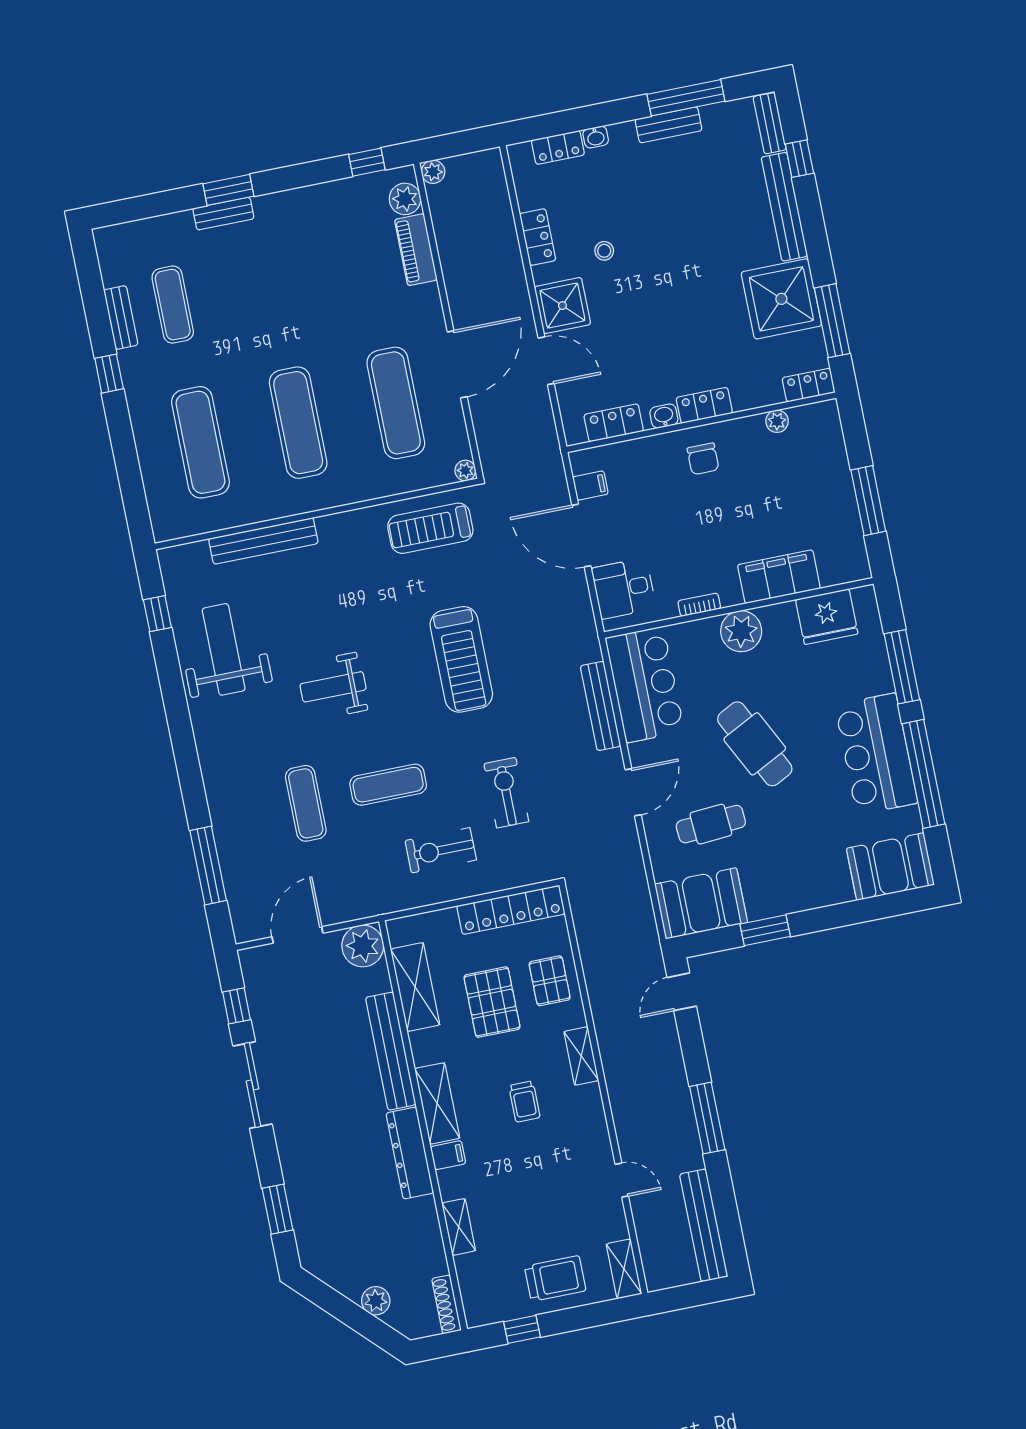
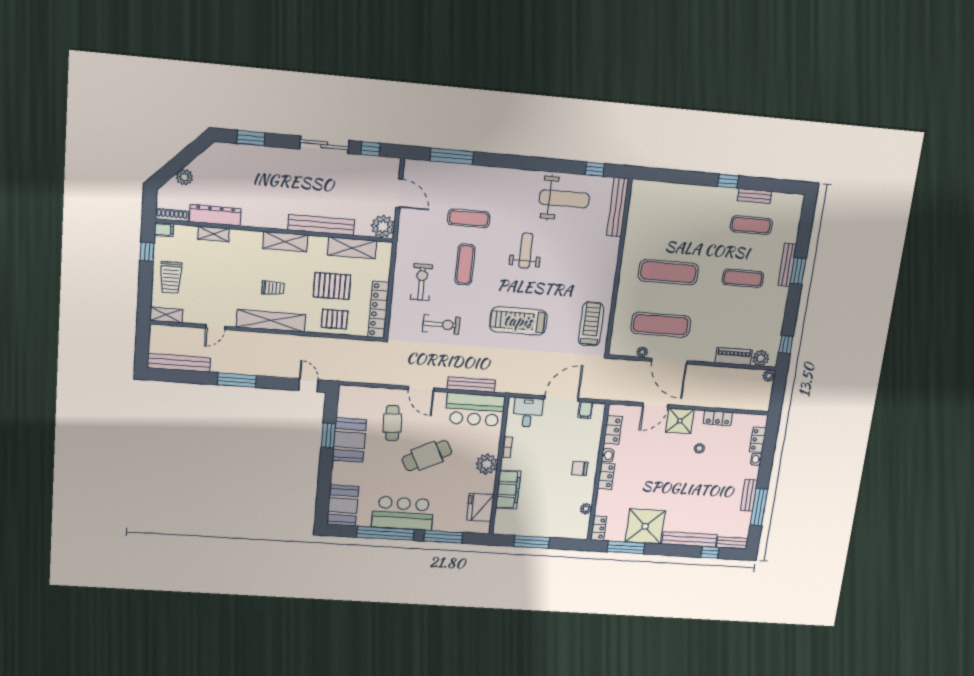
bench: (223, 214) -> (787, 265), width x1.36
exercise mat: (200, 442) -> (743, 278), moved, width x0.73, depth x0.69
plant: (465, 471) -> (642, 352), moved
bench: (263, 541) -> (618, 207), moved
booth: (701, 903) -> (349, 440), moved
shelving: (581, 1056) -> (271, 321), width x2.20, depth x1.33
trolley: (524, 1102) -> (273, 288), turned 180
dresser: (410, 1153) -> (215, 215), moved
filing cabinet: (448, 1155) -> (164, 230), moved, turned -90

